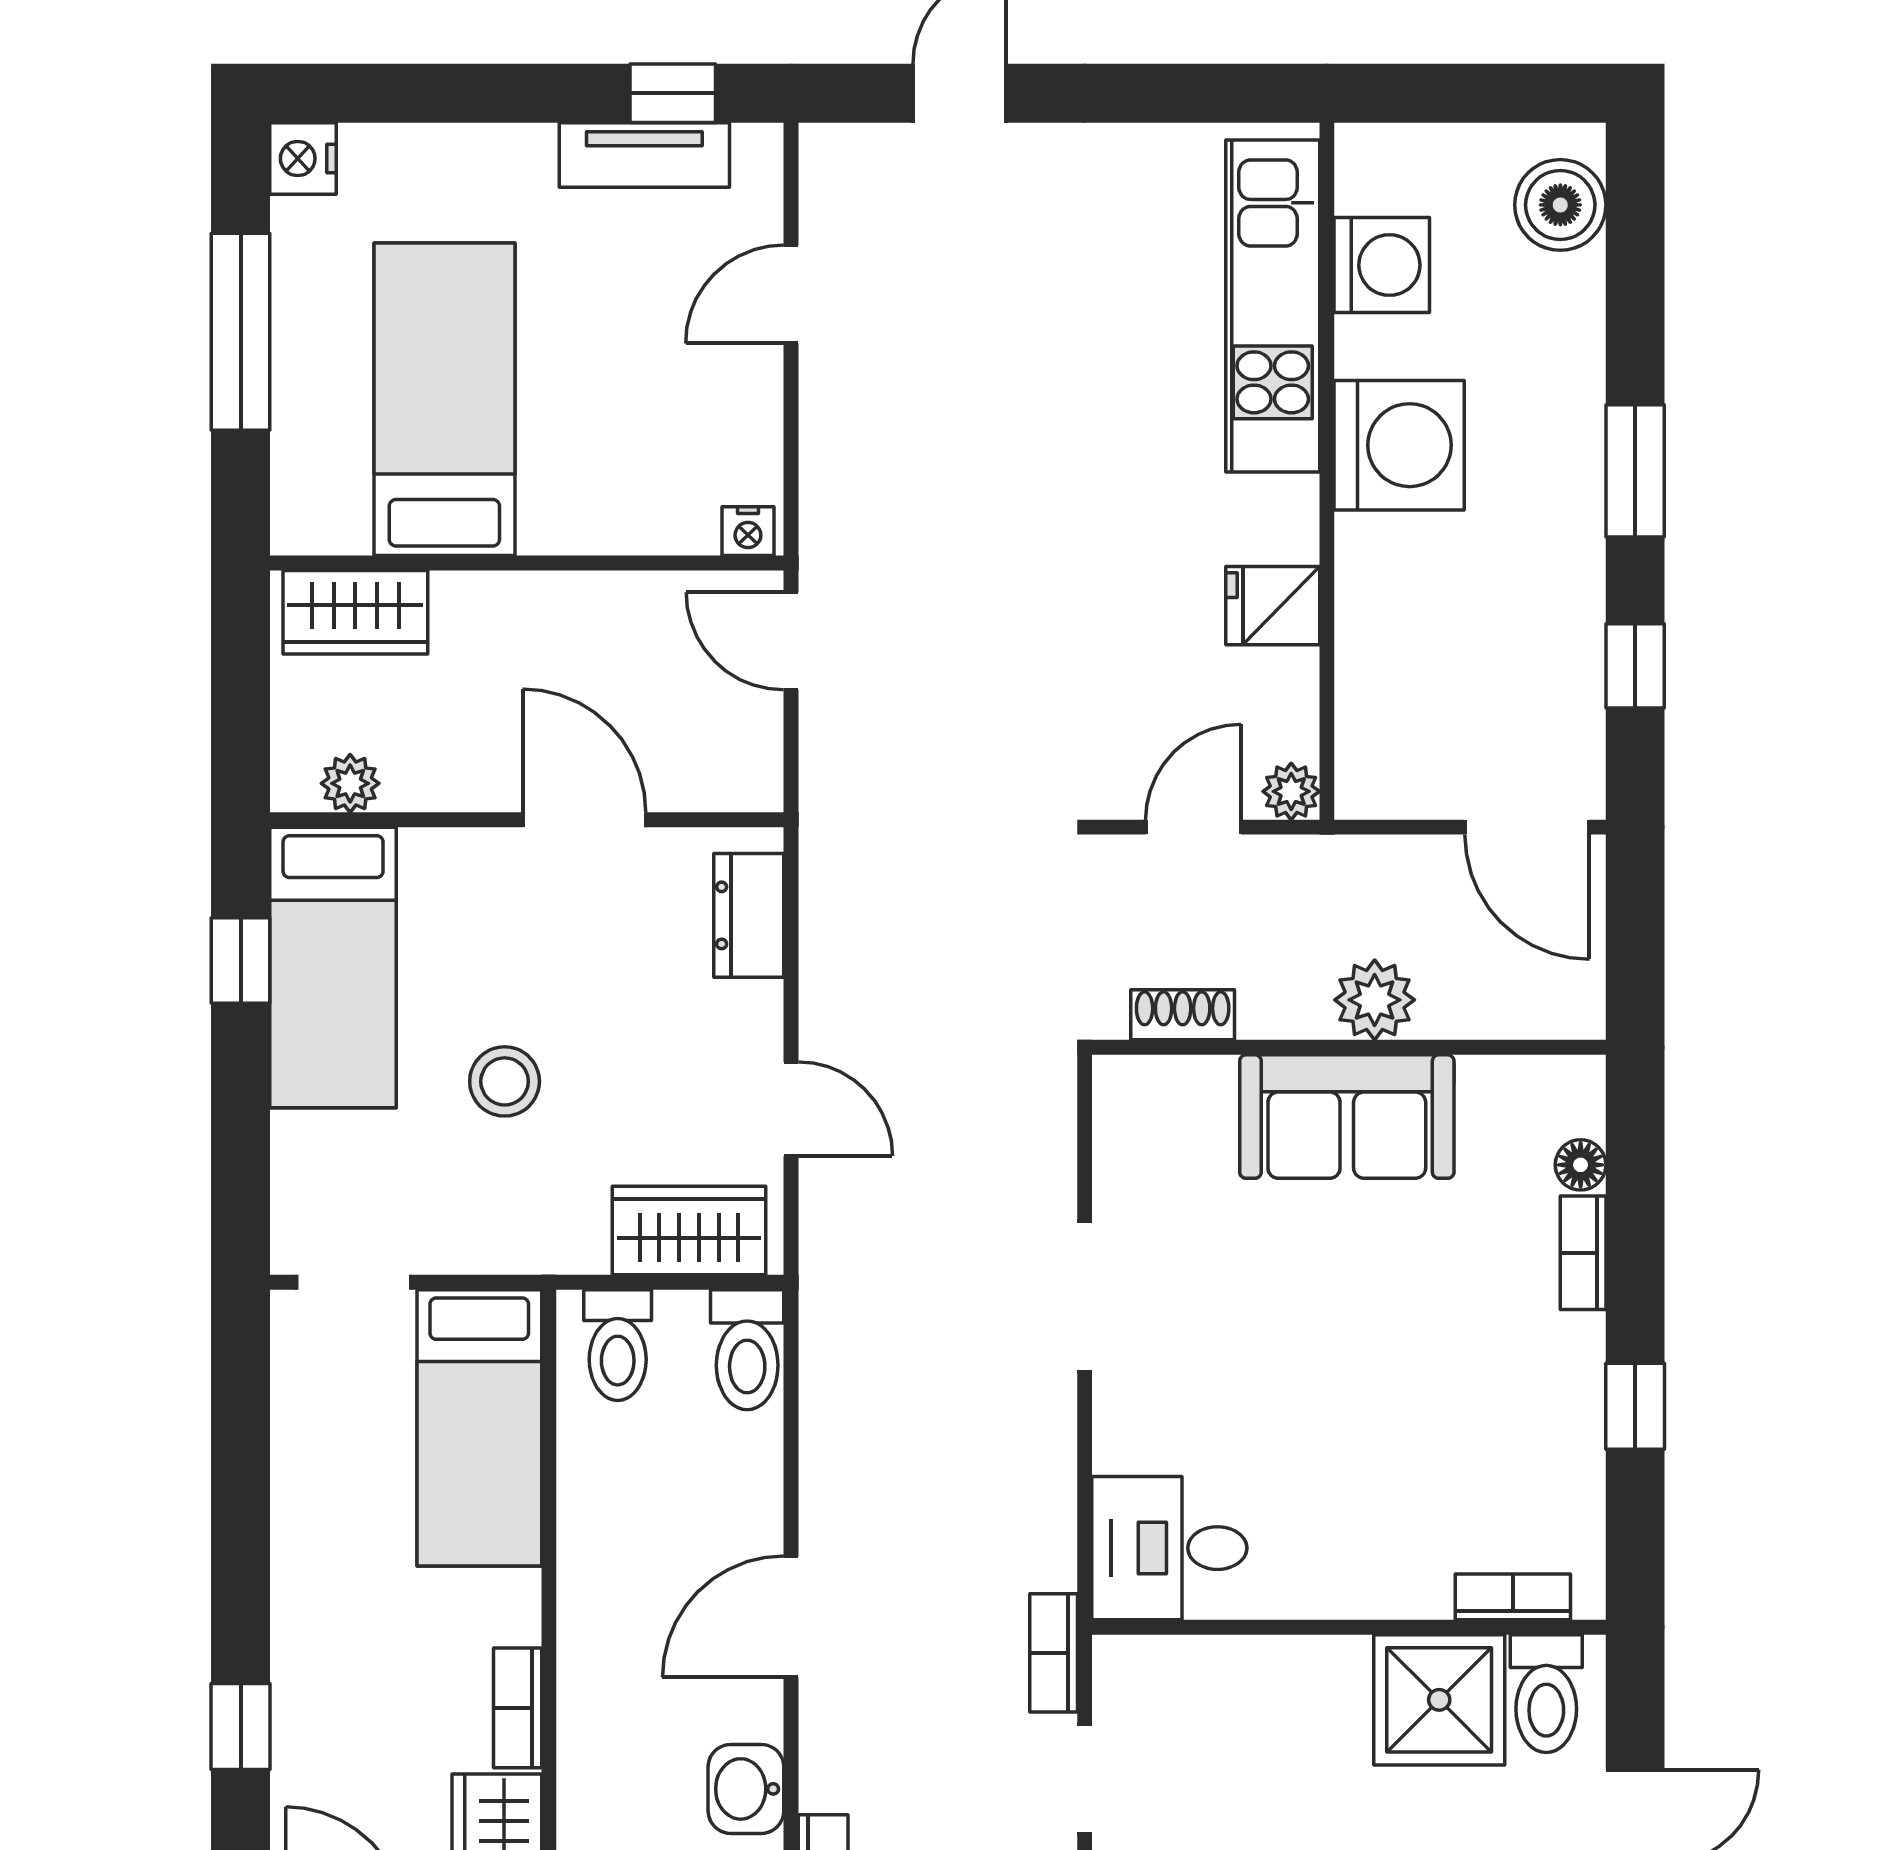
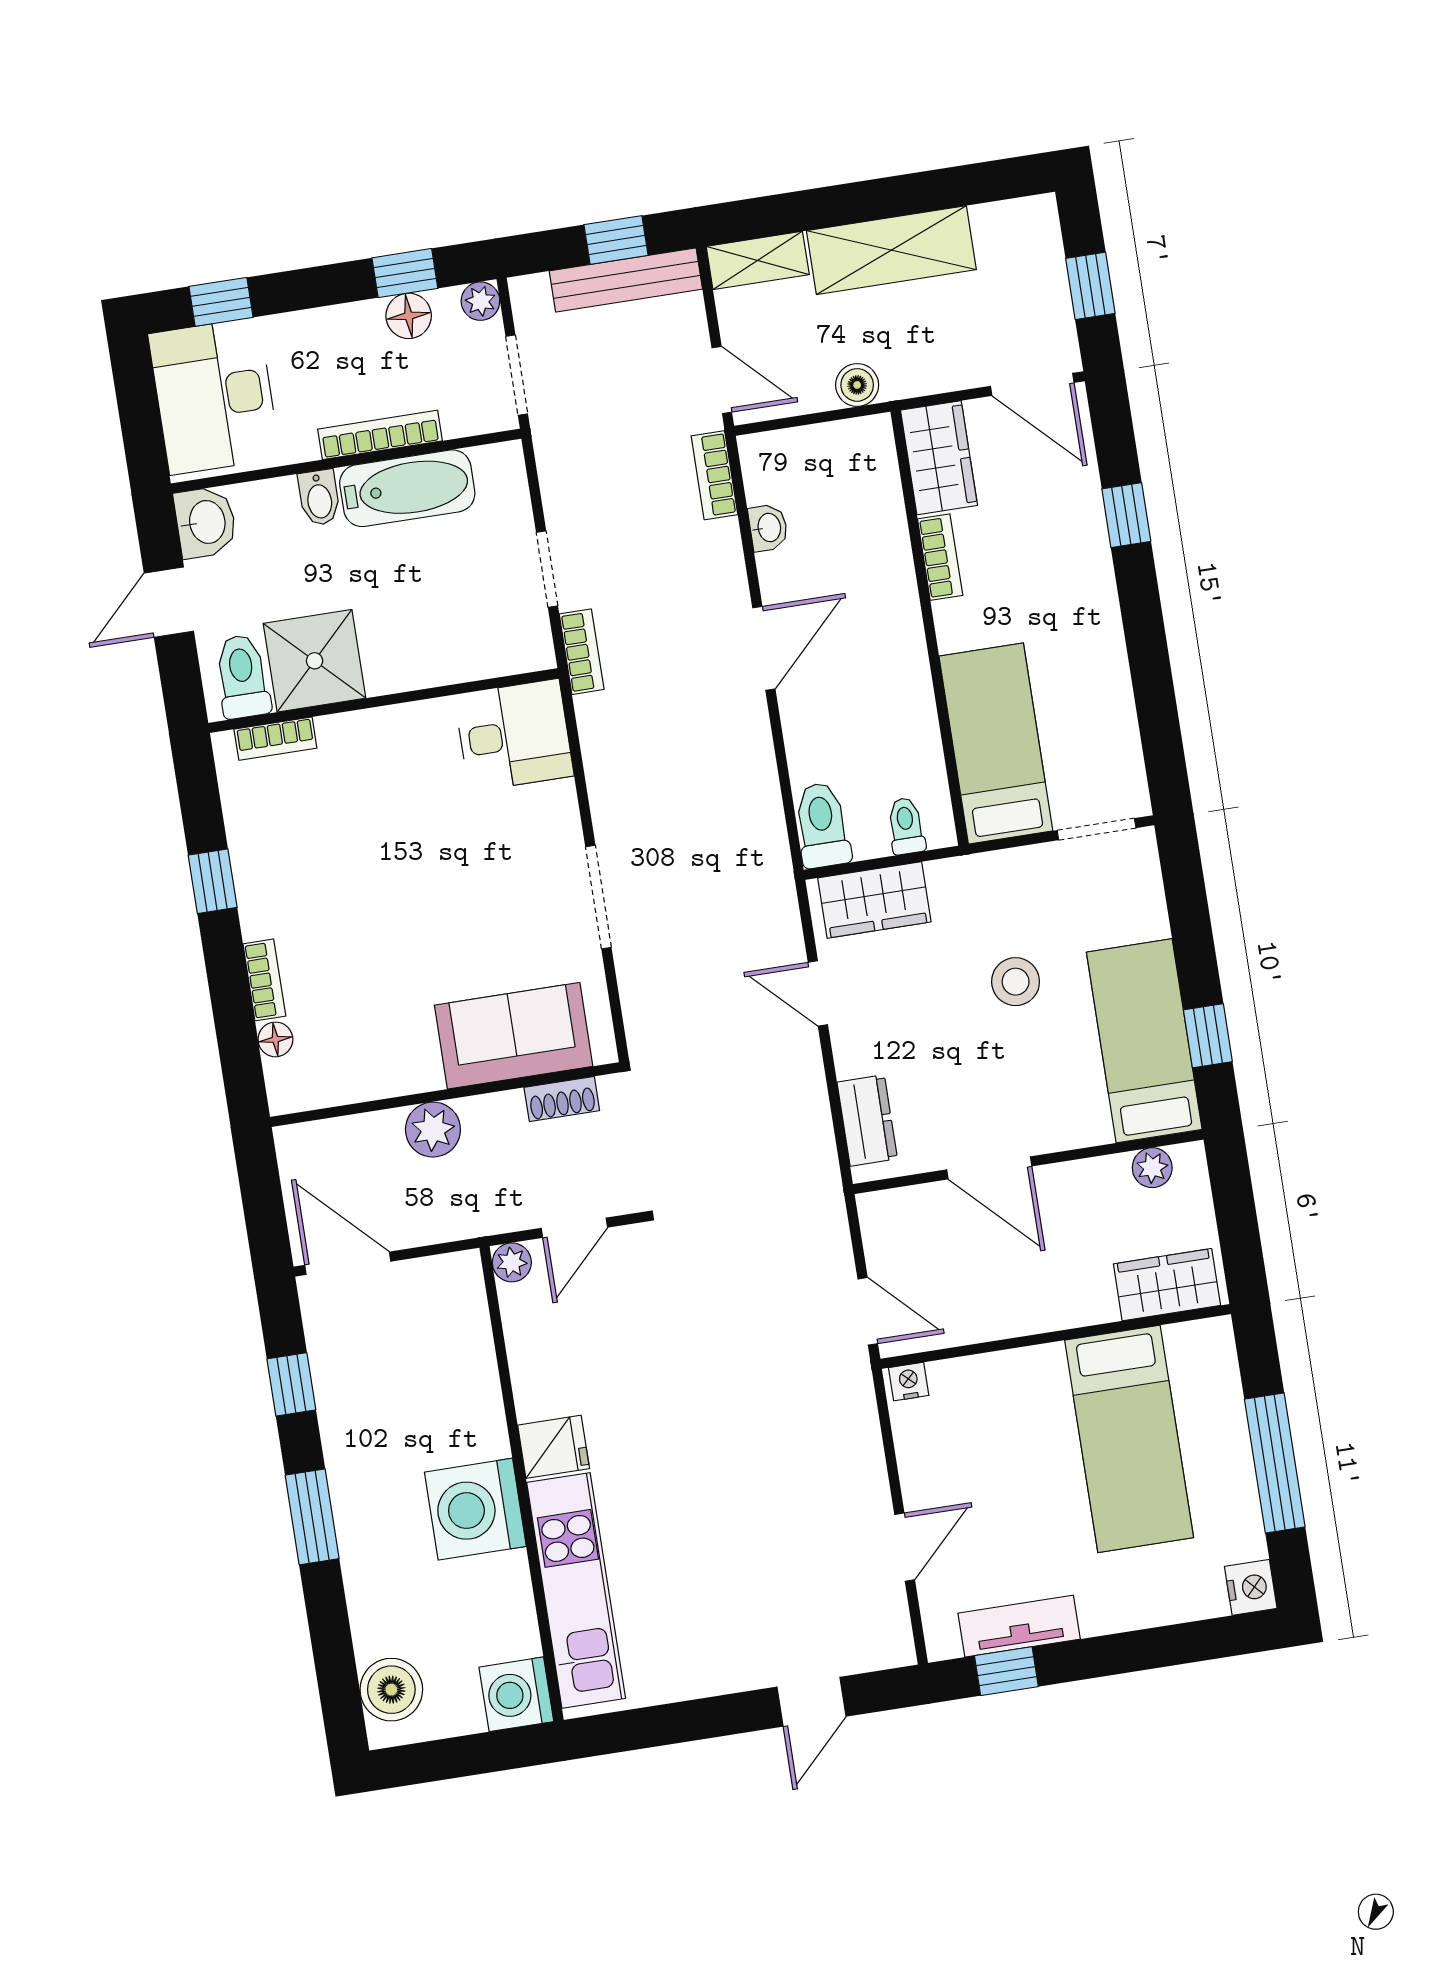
washing machine: (1382, 265) -> (516, 1694), moved
fridge: (1273, 606) -> (554, 1447), moved
sofa: (1347, 1117) -> (514, 1036), moved
toilet: (618, 1345) -> (906, 826), width x0.73, depth x0.72
washbasin: (746, 1789) -> (768, 528), width x0.72, depth x0.69

